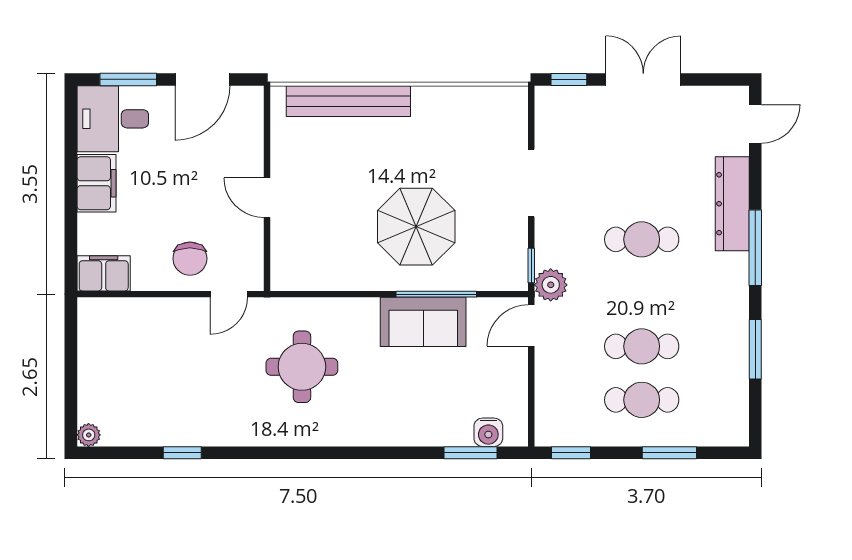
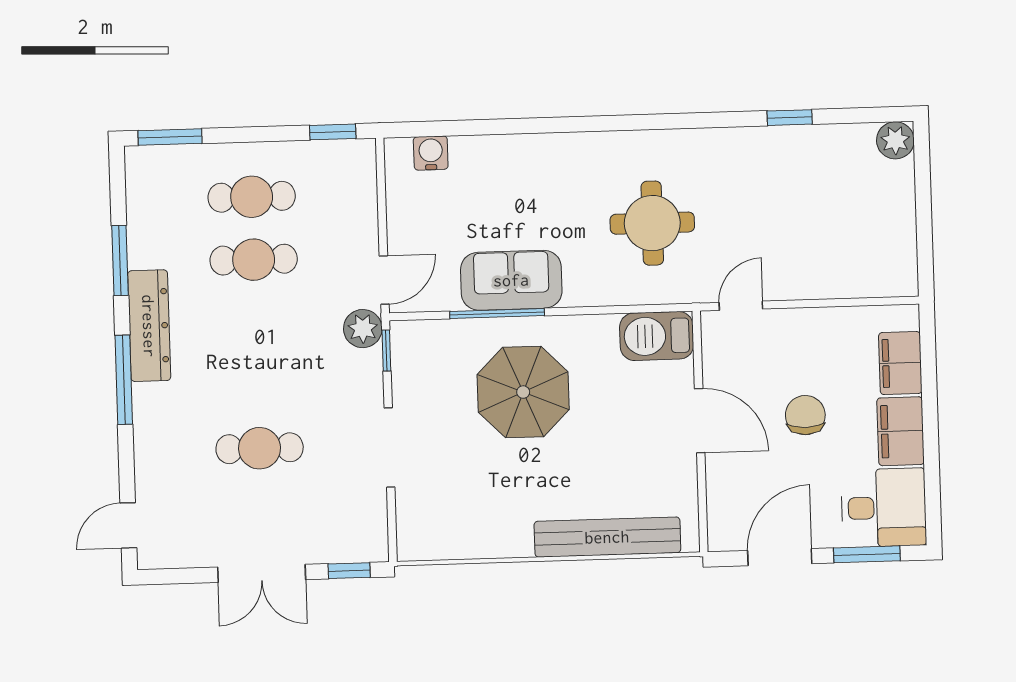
door: (267, 198) -> (700, 421), width x1.38
dresser: (732, 204) -> (149, 326), moved
cafe table: (642, 239) -> (260, 448), moved
chair: (190, 259) -> (805, 415), moved
barbecue: (301, 271) -> (657, 336), added
filing cabinet: (104, 273) -> (900, 363), moved, turned 90
plant: (89, 435) -> (895, 140), width x1.38, depth x1.38
window: (471, 453) -> (451, 128), removed
window: (669, 453) -> (170, 137), moved

